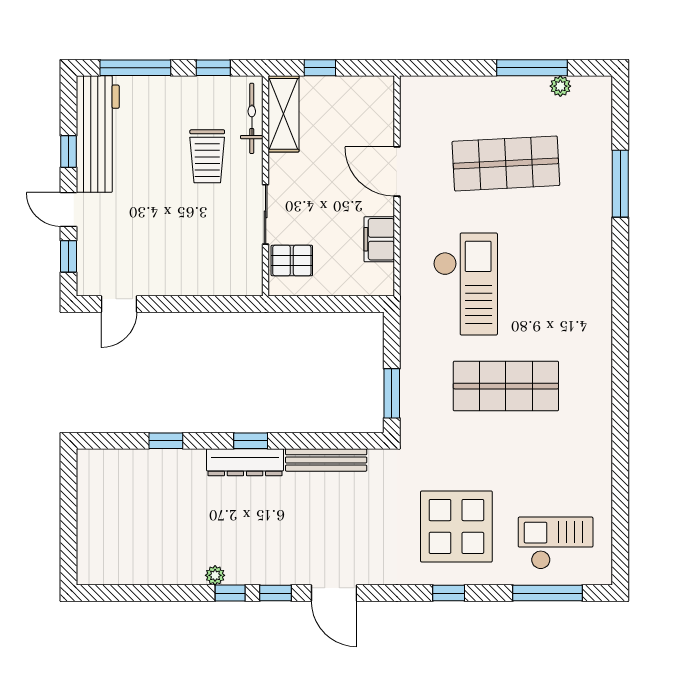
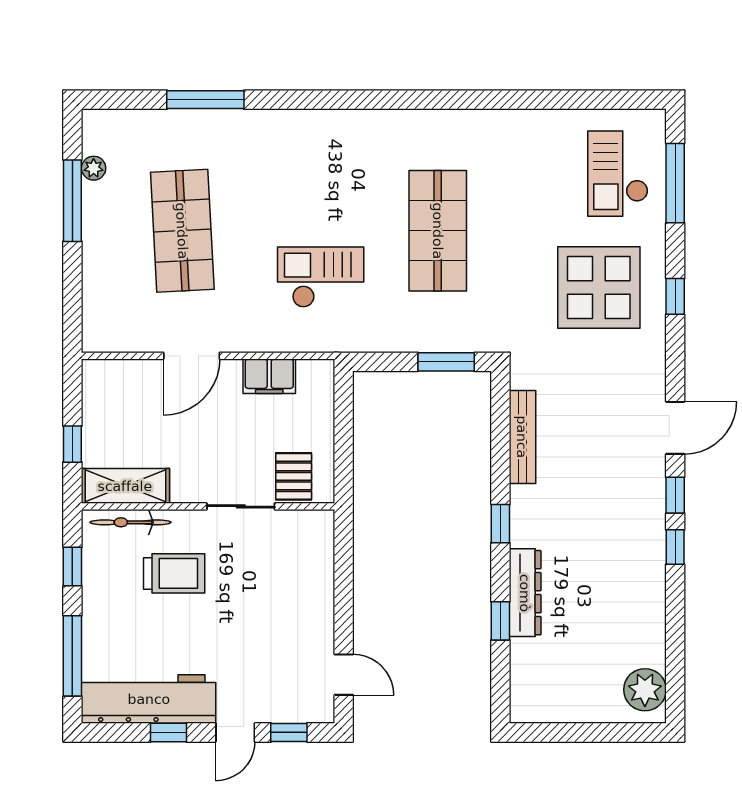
checkout: (465, 284) -> (321, 277), width x0.73, depth x0.83
dresser: (245, 462) -> (525, 593), moved
plant: (215, 575) -> (645, 690), moved, width x1.88, depth x1.88

